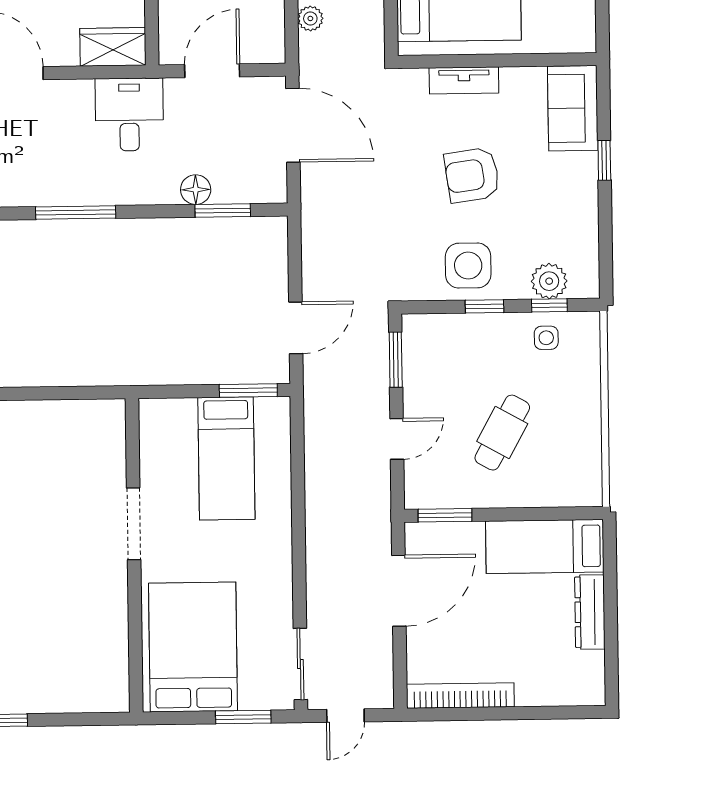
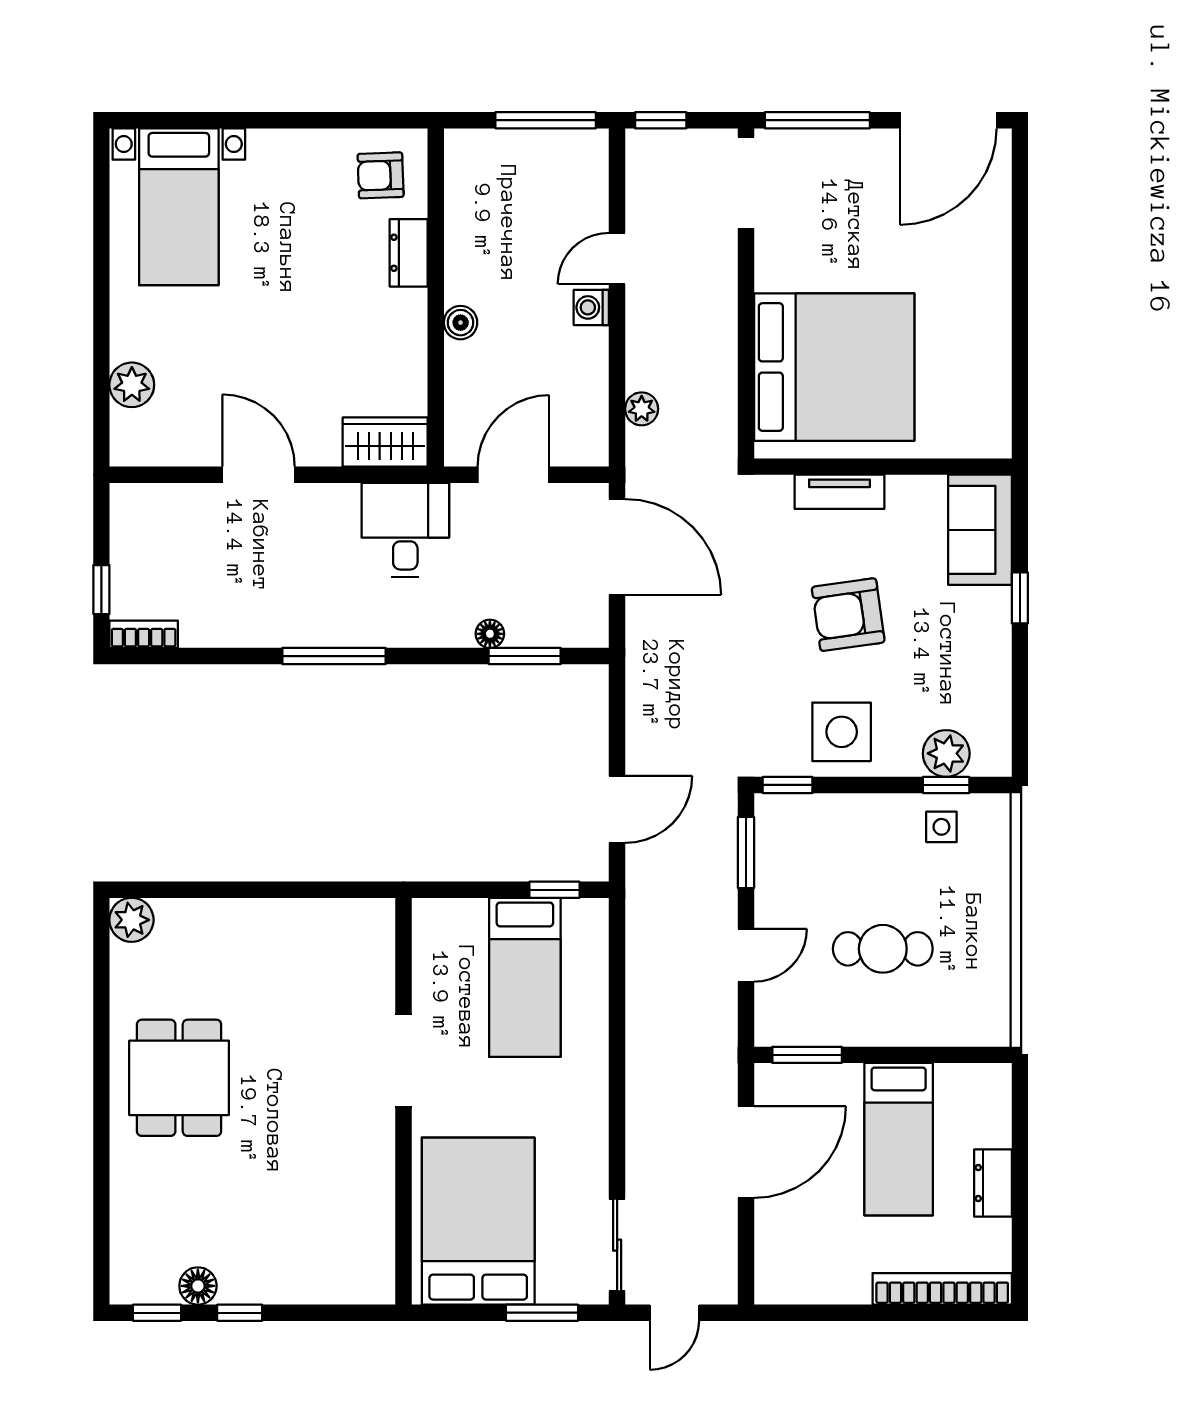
floor lamp: (196, 190) -> (490, 634), width x0.73, depth x0.73
window: (484, 306) -> (788, 785), moved
window: (248, 390) -> (554, 890), width x0.67
cafe table: (502, 433) -> (883, 949), turned 61
bed: (545, 546) -> (899, 1139), moved, turned -90
dresser: (590, 612) -> (993, 1183), width x0.70
bookcase: (460, 696) -> (942, 1289), moved

